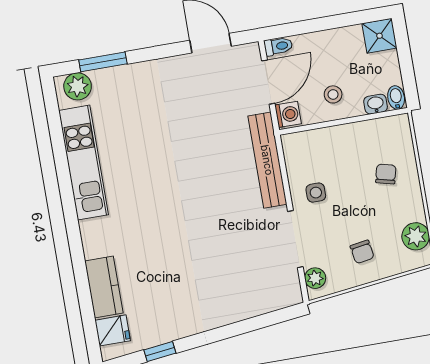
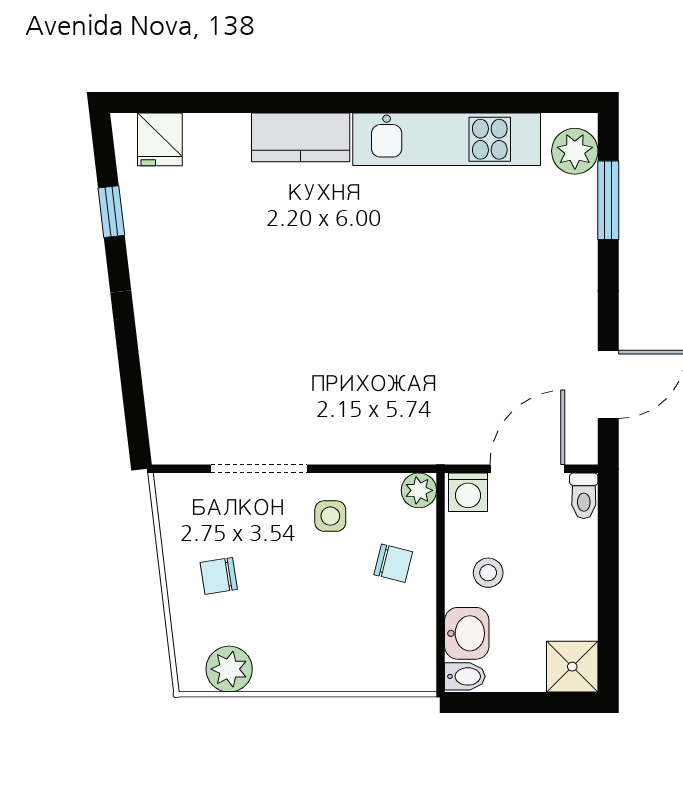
door: (268, 82) -> (527, 469), swing flipped
washbasin: (376, 104) -> (467, 633), width x1.38, depth x1.45
bench: (267, 160) -> (398, 445), removed
chair: (386, 174) -> (393, 563), moved
plant: (315, 278) -> (419, 490), moved
kitchen counter: (104, 287) -> (301, 137), moved

